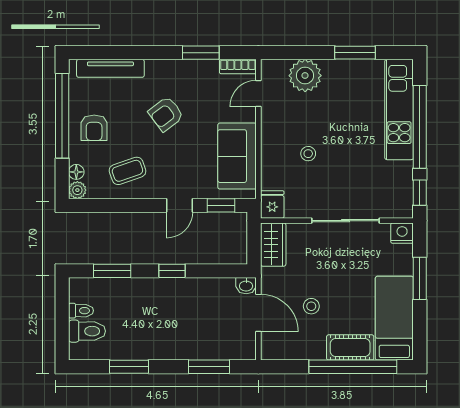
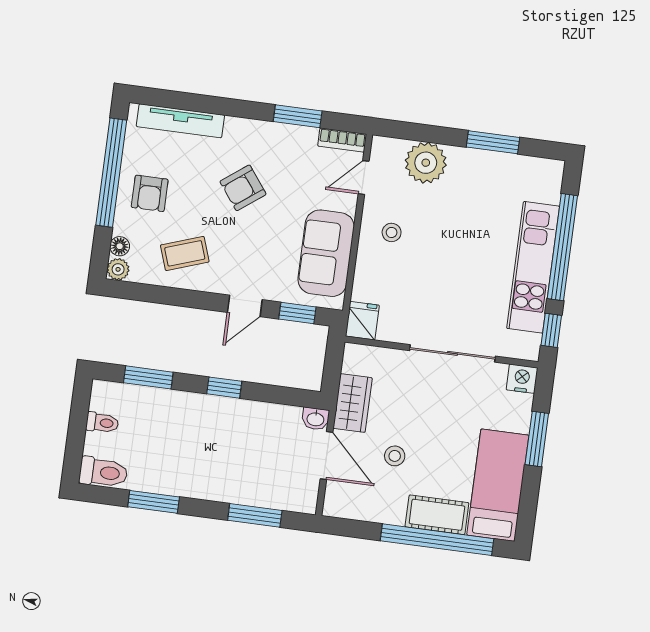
kitchen unit: (399, 110) -> (533, 267), moved
stool: (308, 154) -> (392, 232), moved
wardrobe: (273, 245) -> (353, 403), moved
toilet: (87, 331) -> (103, 472), moved

